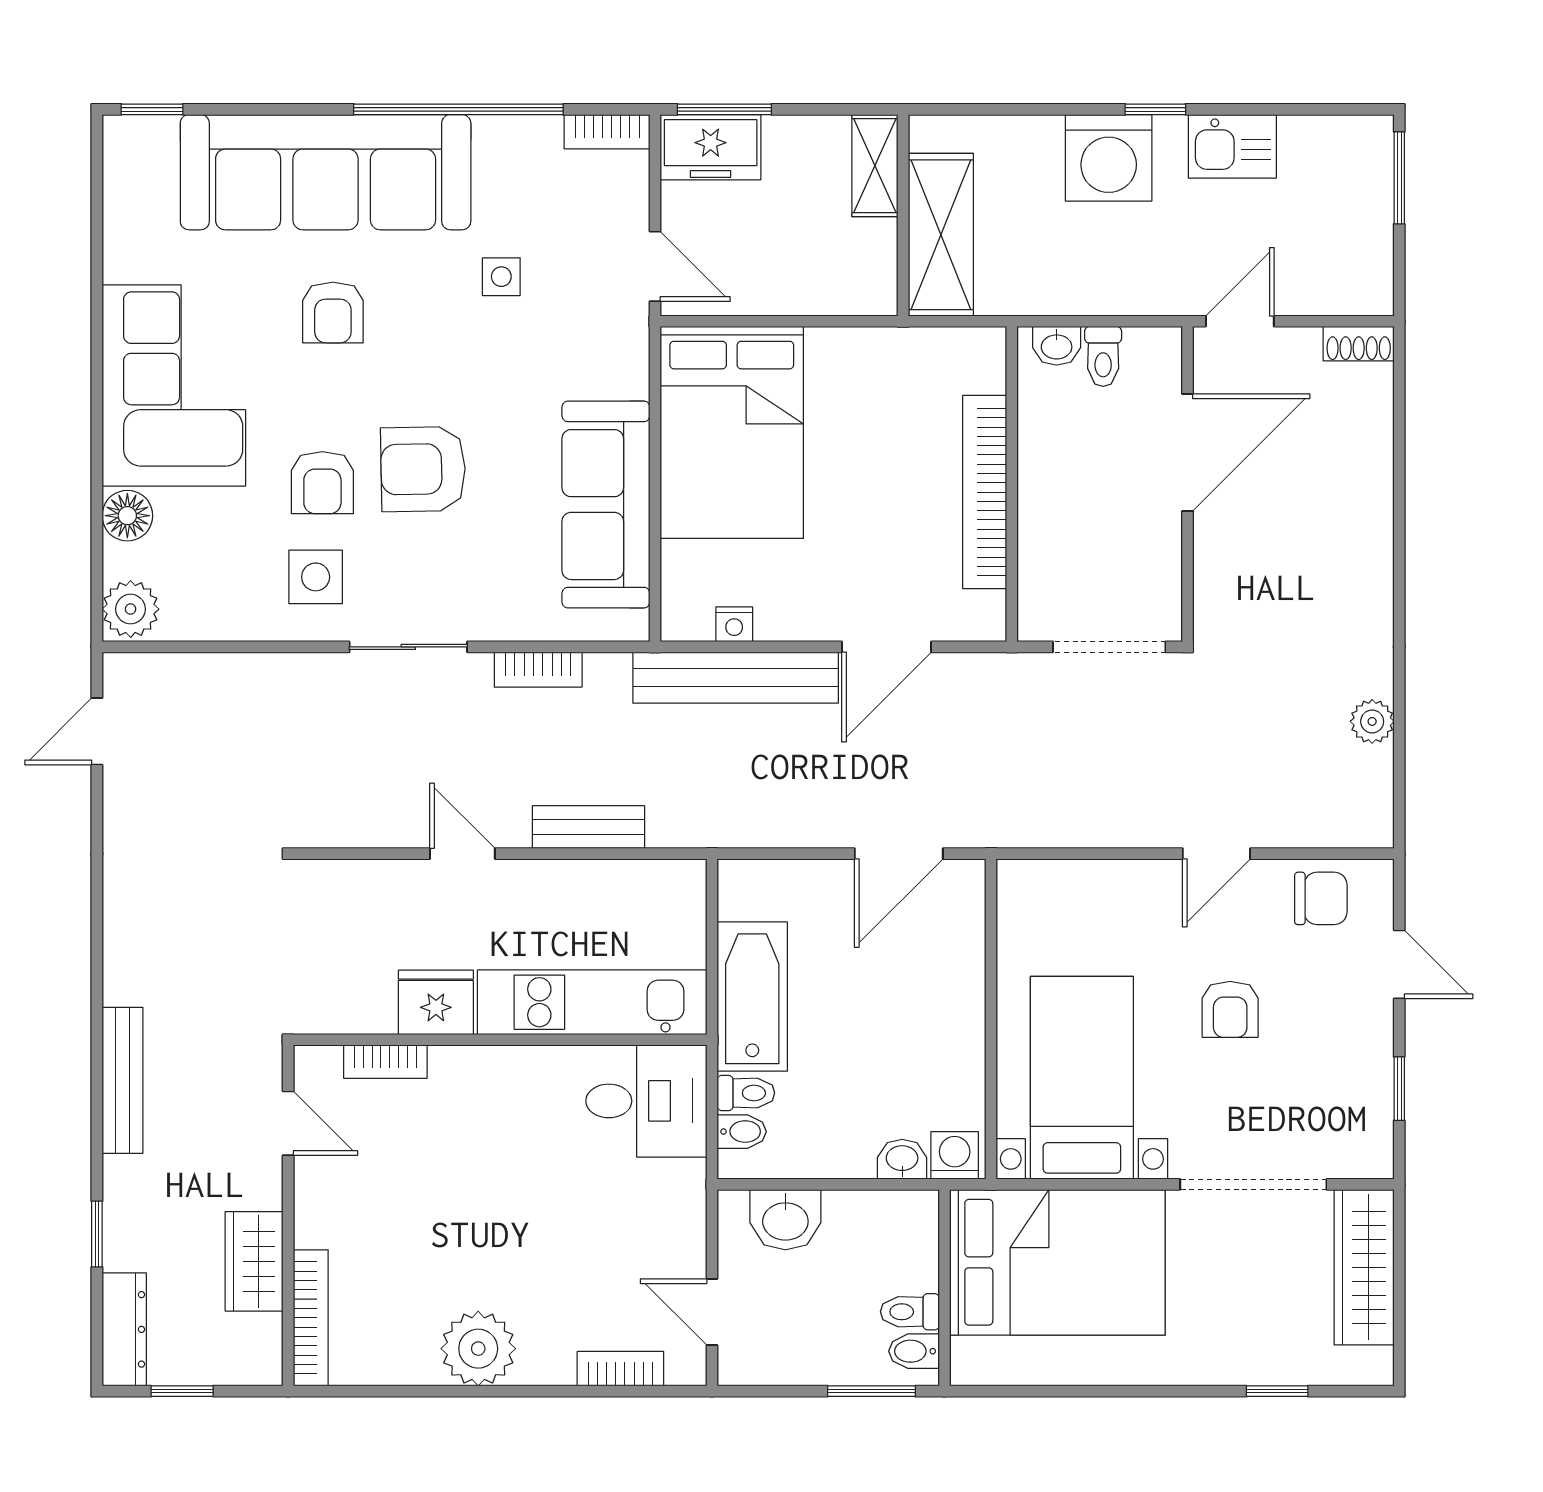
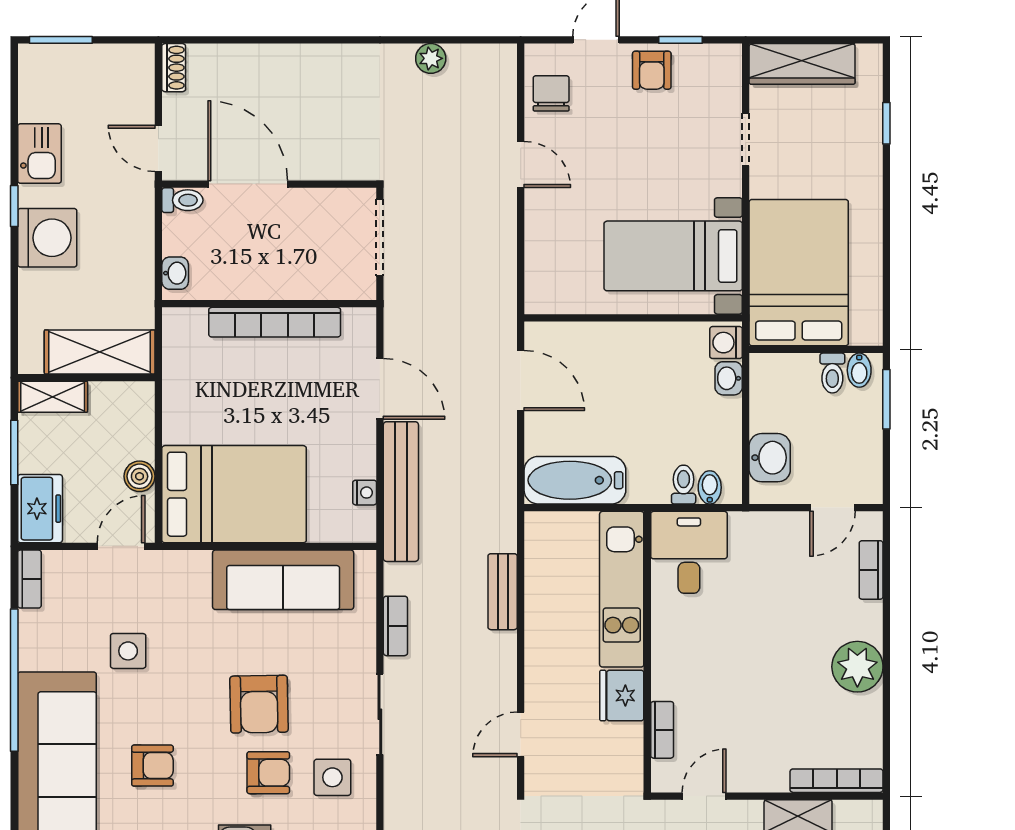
window: (724, 109) -> (14, 453), moved
side table: (501, 277) -> (128, 651), width x1.37, depth x1.37
boiler: (758, 293) -> (140, 476), added
toilet: (1103, 356) -> (182, 200), moved
door: (462, 854) -> (521, 734), moved
bathtub: (752, 997) -> (575, 480), moved
armchair: (1230, 1009) -> (652, 70), moved, turned 90
doorway: (1253, 1184) -> (746, 139), width x0.53

